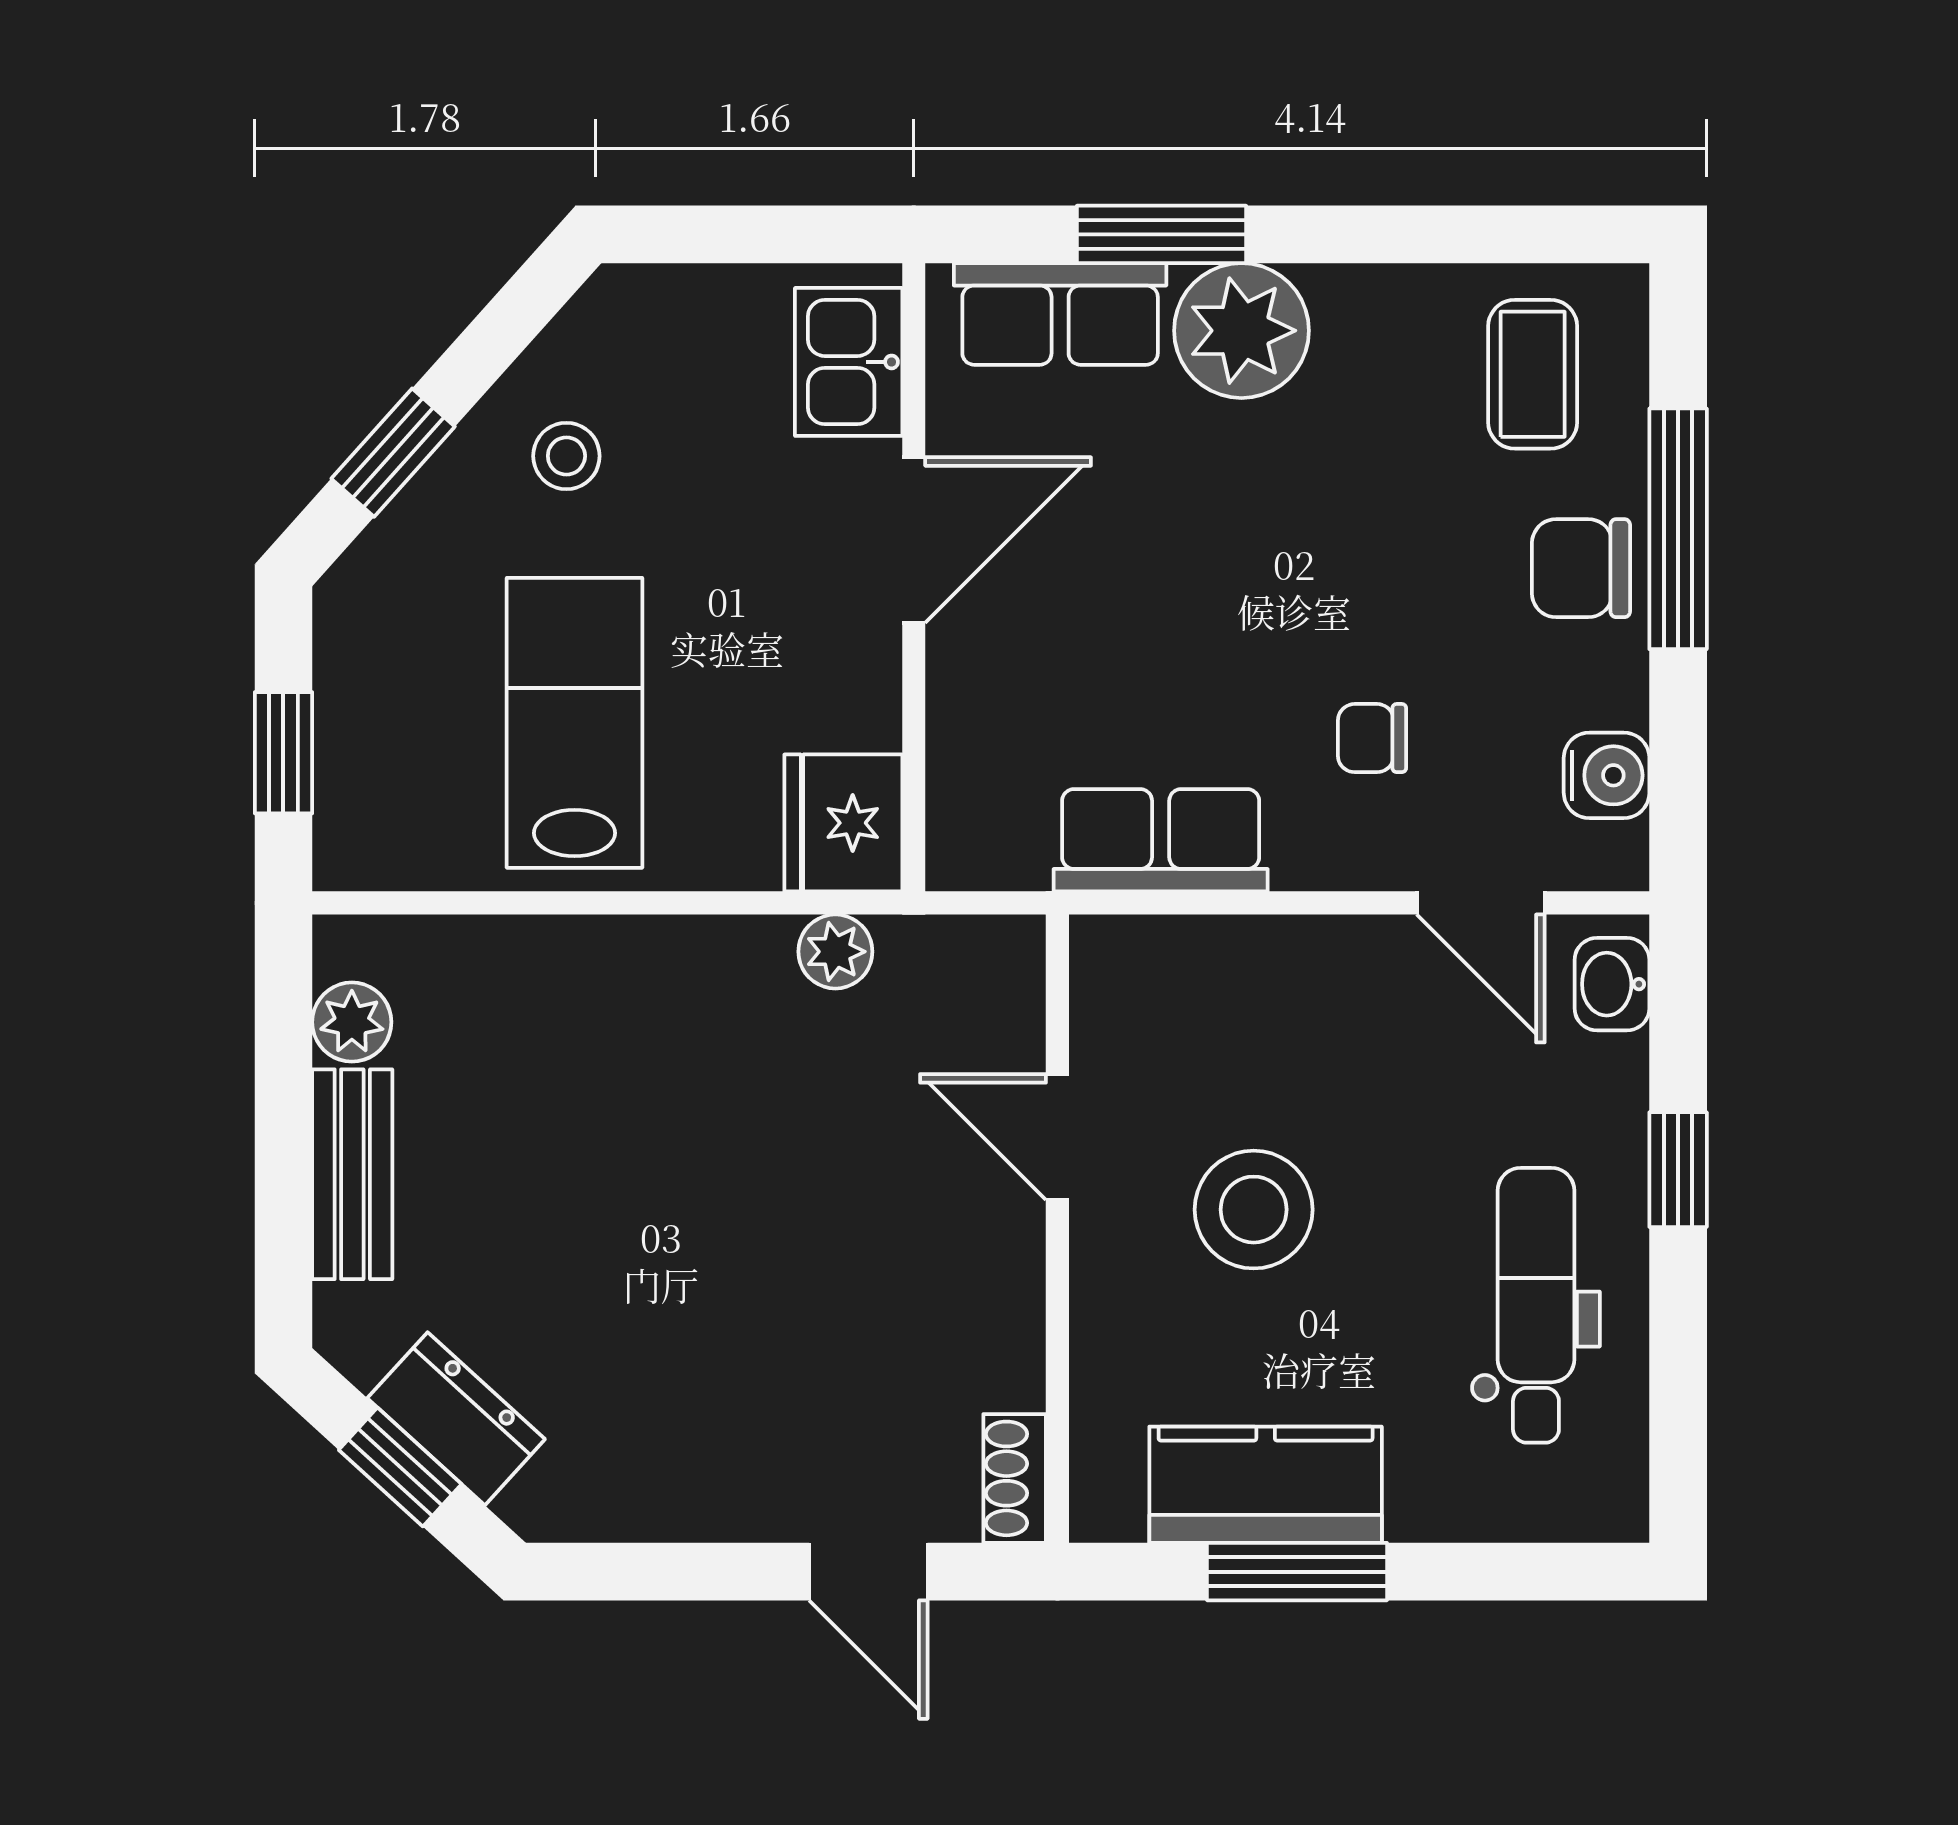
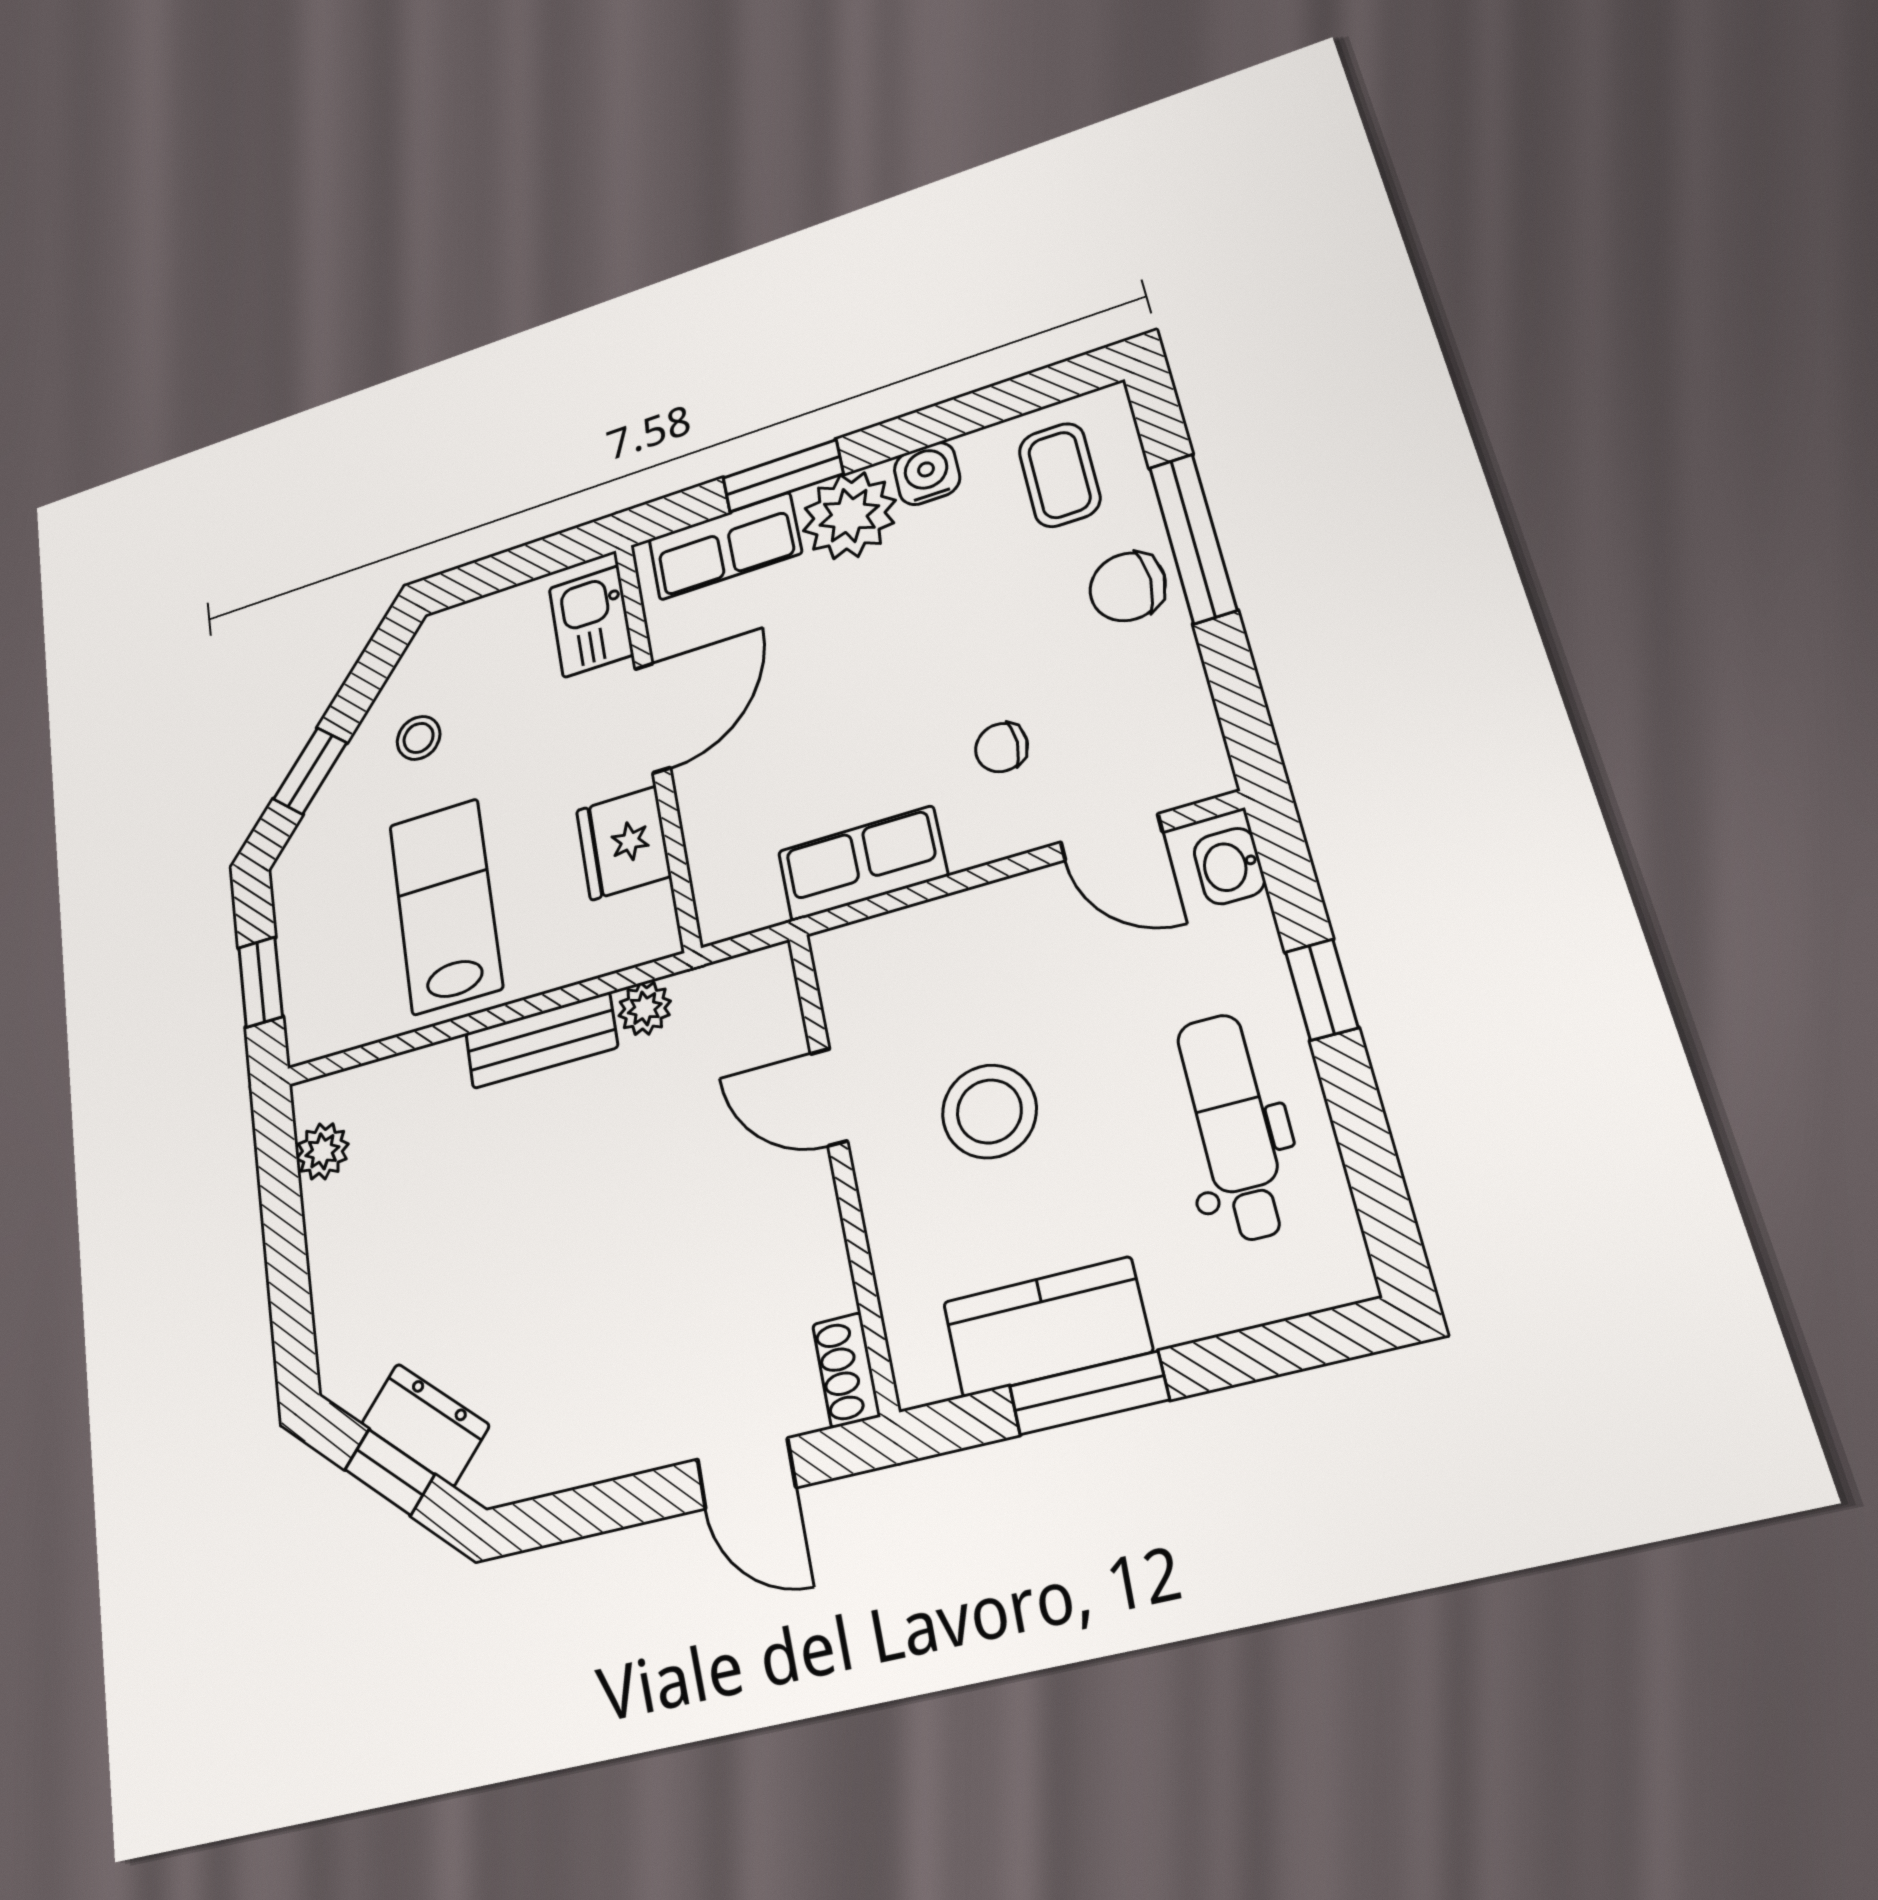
water cooler: (1607, 775) -> (927, 474), moved, turned -90
fridge: (843, 823) -> (624, 843), moved
bench: (352, 1174) -> (541, 1040), moved, turned 90

